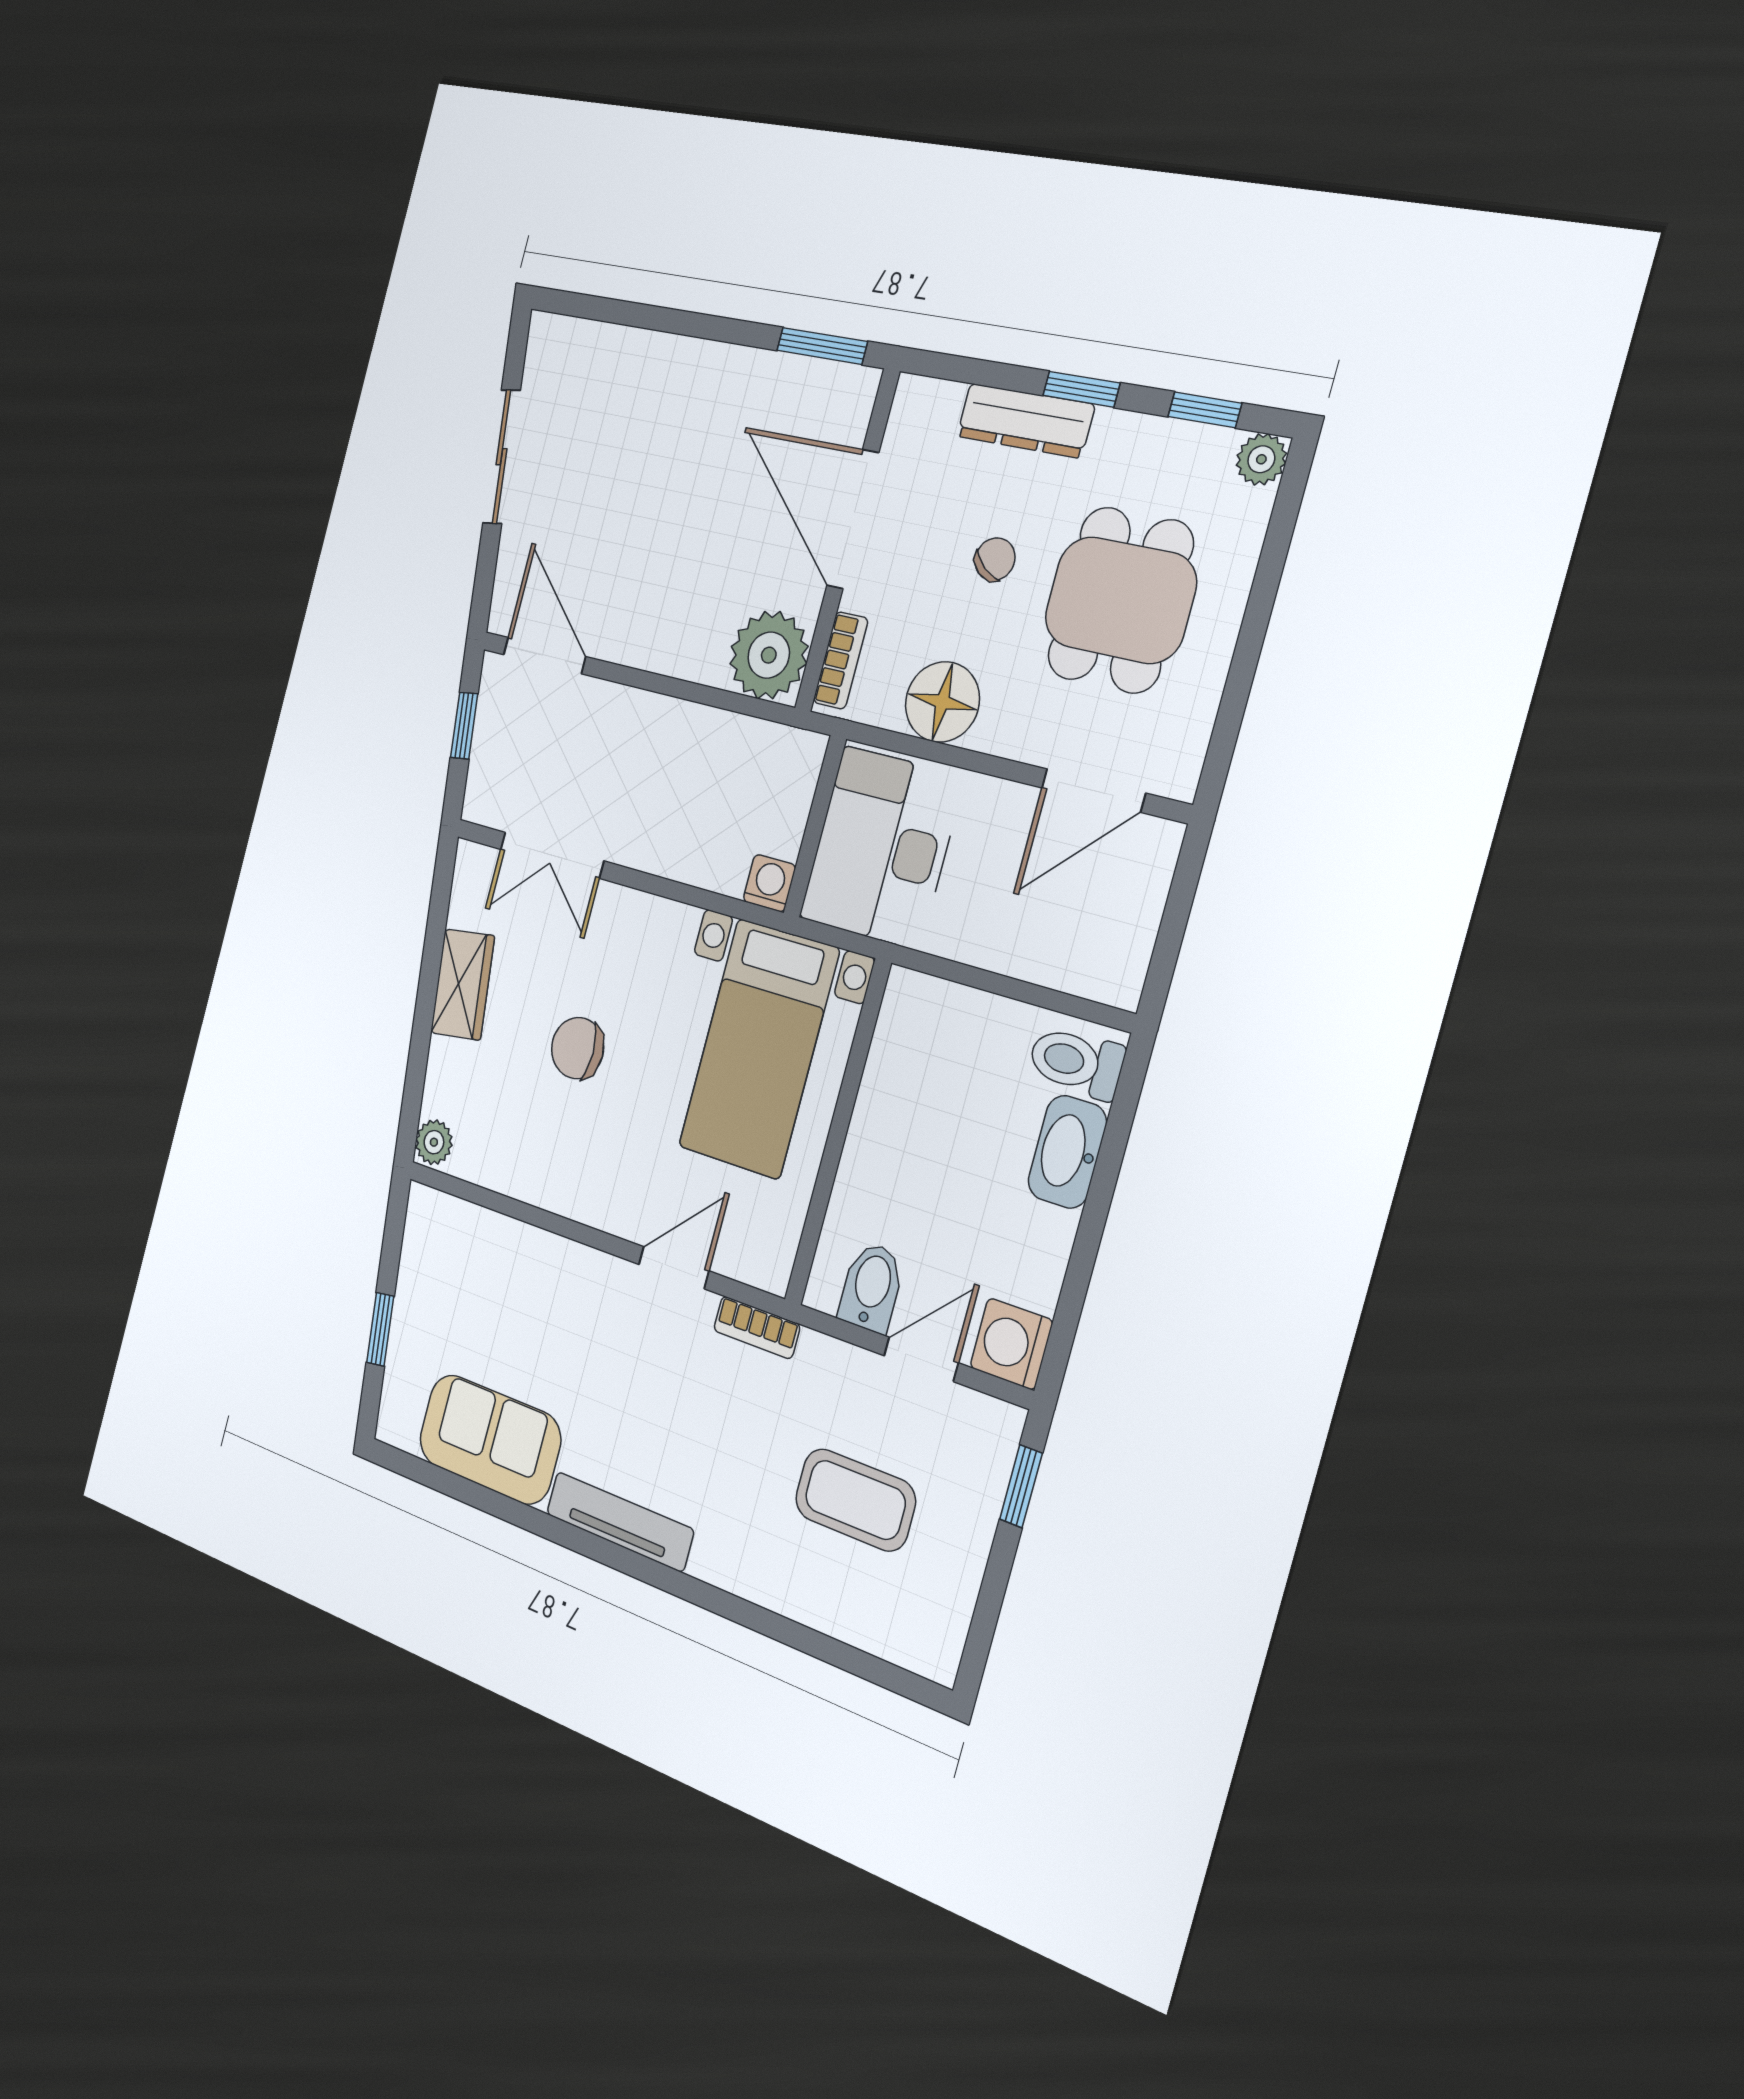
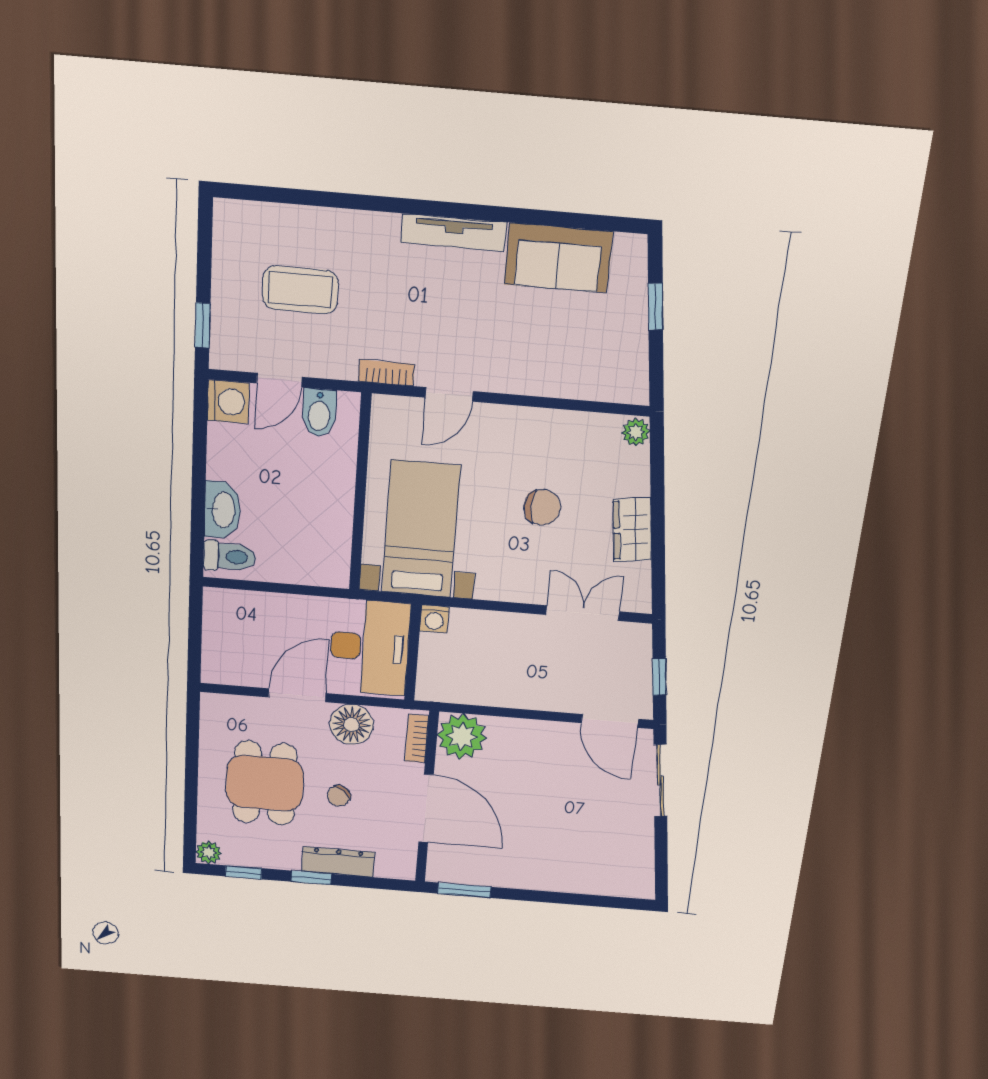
sliding door: (502, 457) -> (660, 781), moved
door: (1093, 790) -> (297, 695), moved

